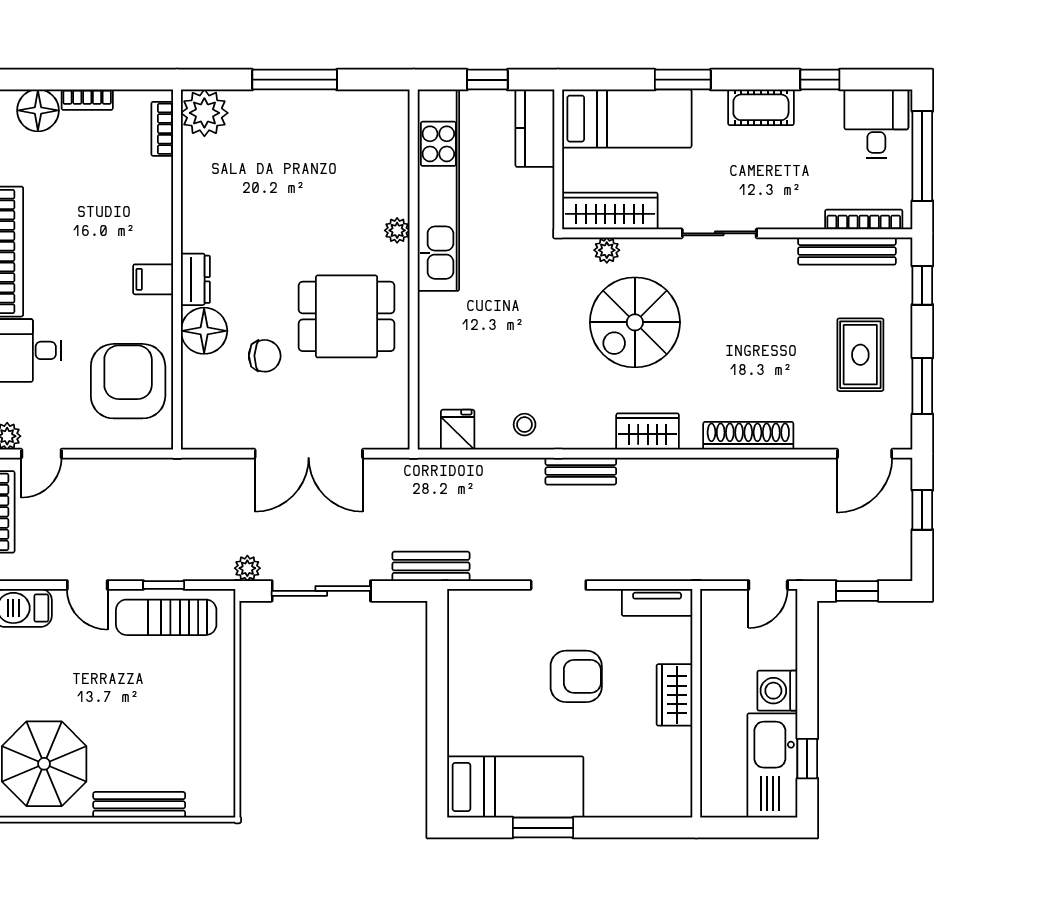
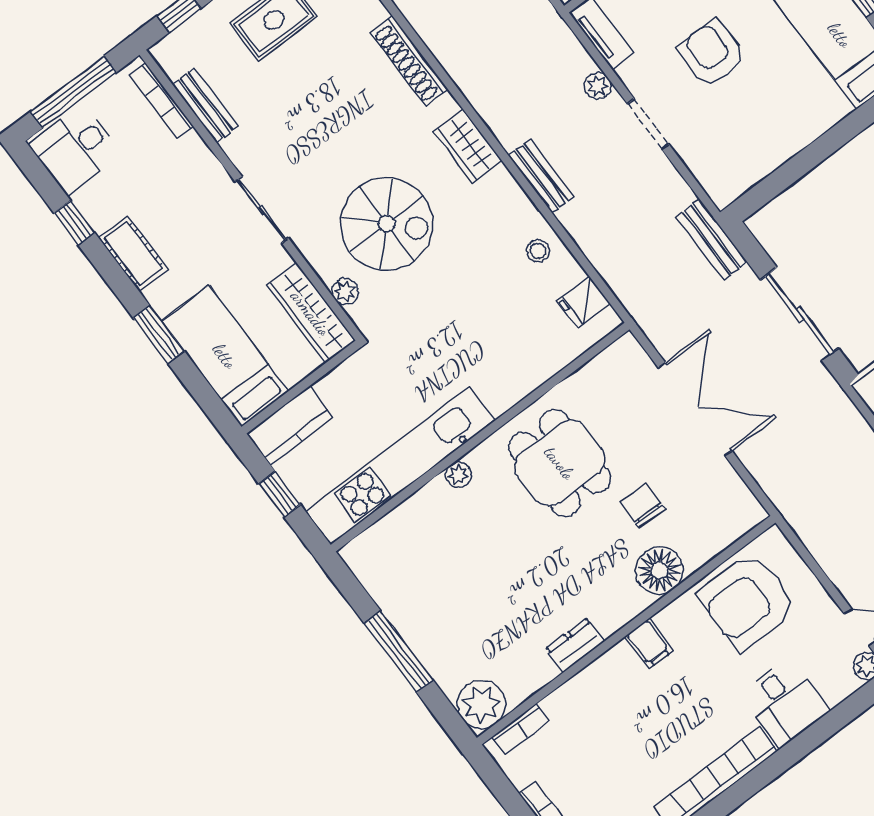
bench: (847, 251) -> (205, 105), width x0.73
dresser: (195, 279) -> (575, 645), moved
plant: (247, 568) -> (598, 86), moved

